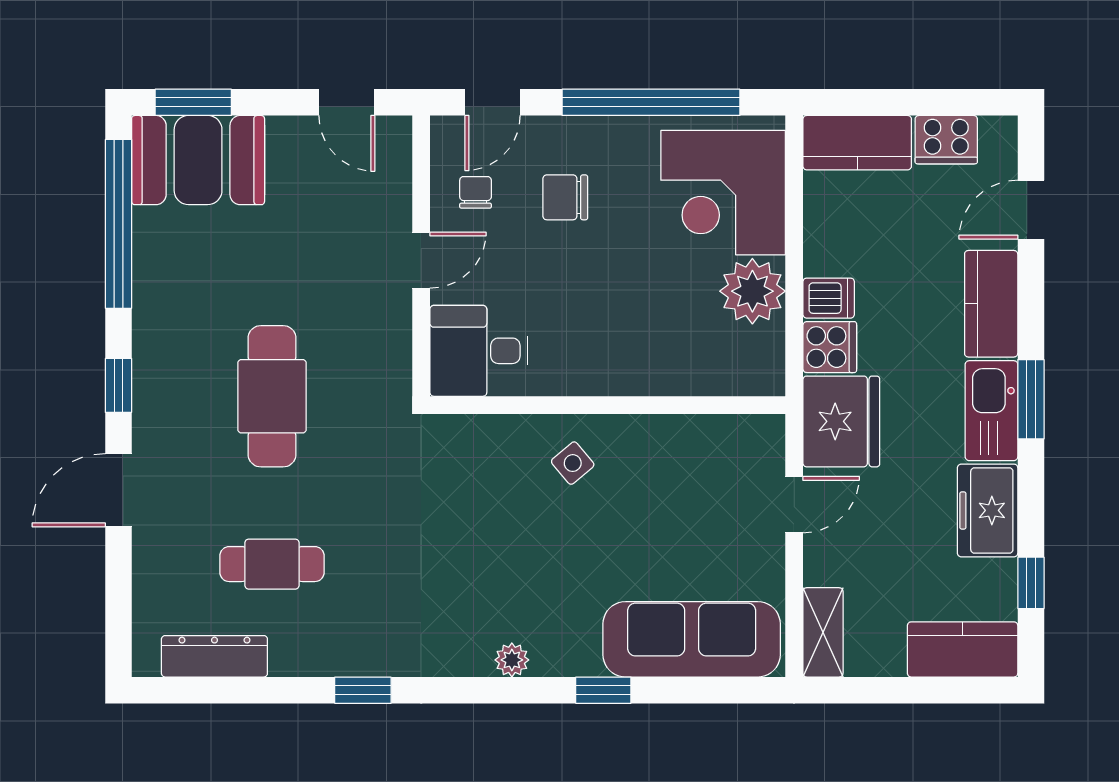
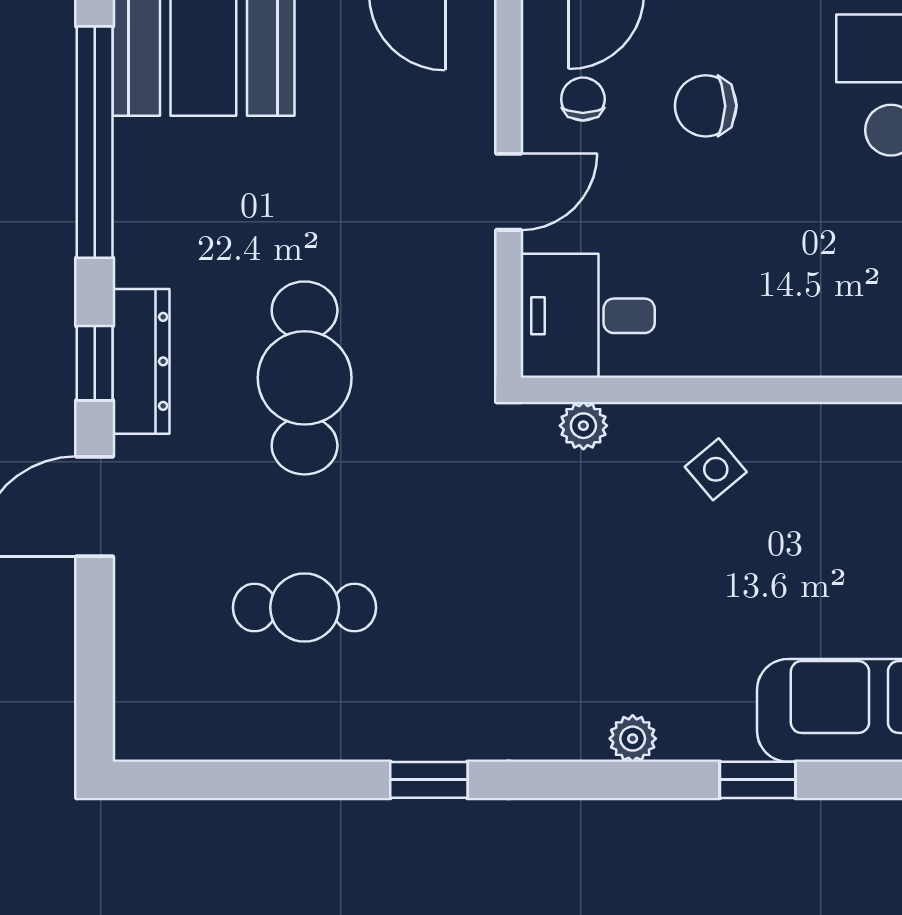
plant: (476, 431) -> (583, 426), added
dresser: (214, 656) -> (141, 361), moved, turned 90

